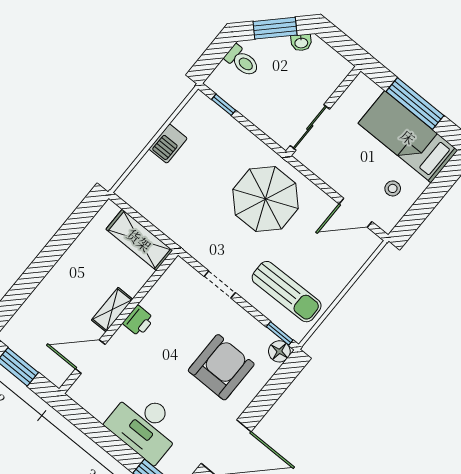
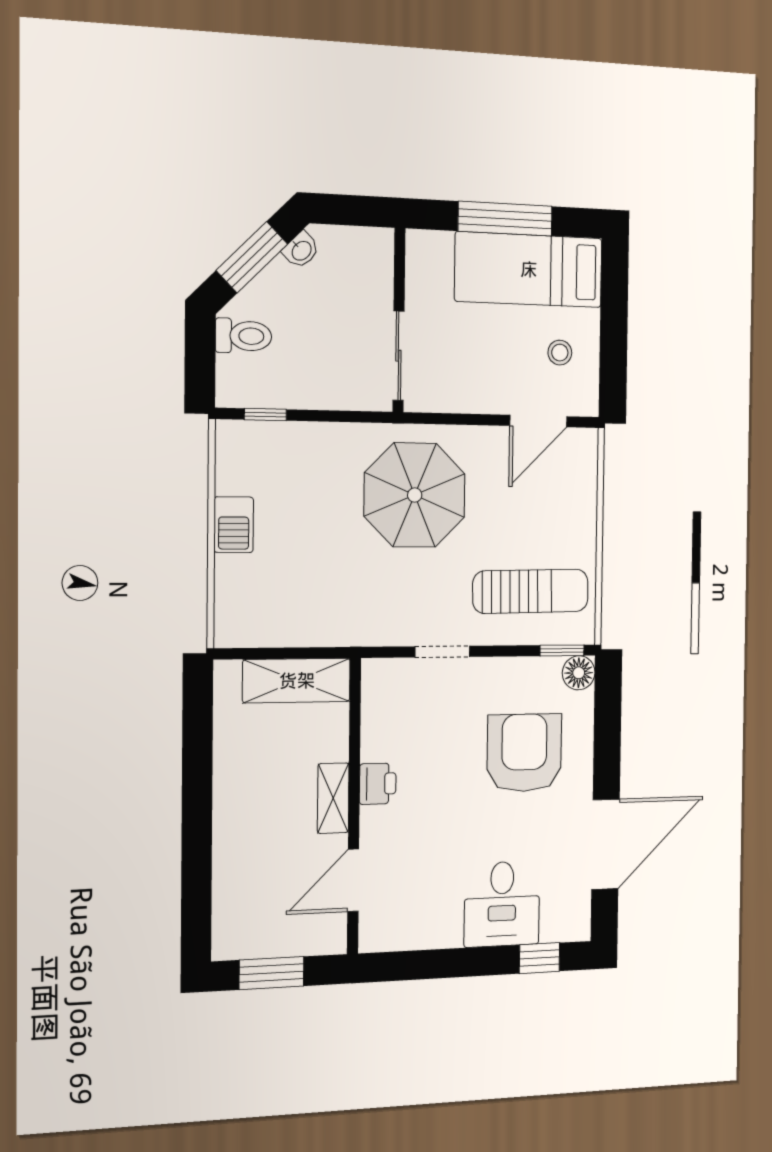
desk: (145, 426) -> (502, 904), width x0.73

